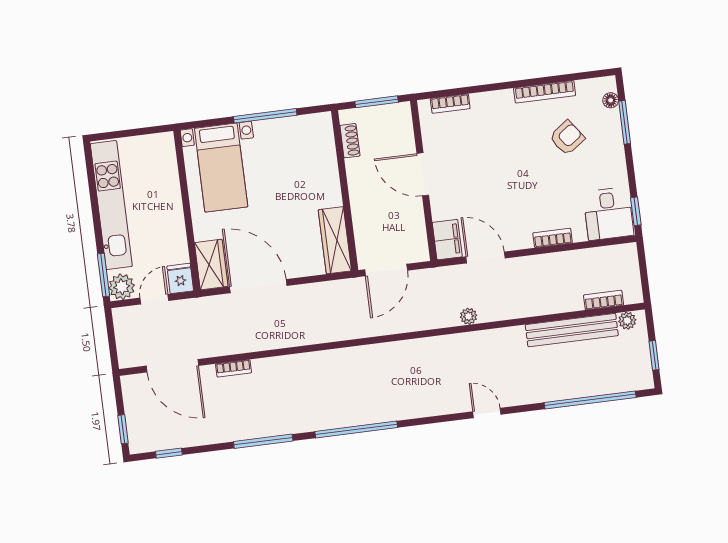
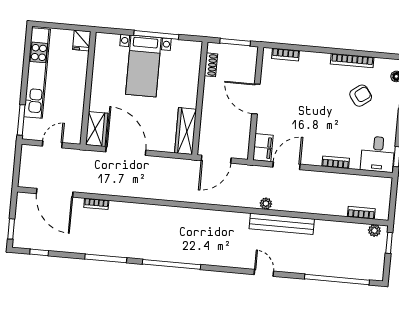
bed with nightstands: (221, 168) -> (143, 66), moved
door: (486, 257) -> (287, 166), hinge flipped
fridge: (180, 278) -> (82, 40), moved, turned 180
plant: (122, 287) -> (32, 131), removed
bench: (572, 330) -> (282, 224), moved
window: (654, 355) -> (389, 243), moved

